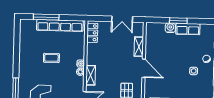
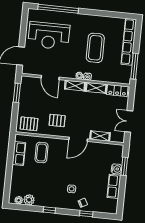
window: (46, 17) -> (134, 66), moved
window: (178, 21) -> (124, 166), moved
row of seats: (60, 25) -> (129, 42), moved
shelving: (91, 54) -> (96, 88), added
coffee table: (51, 58) -> (95, 48), width x1.86, depth x1.72

